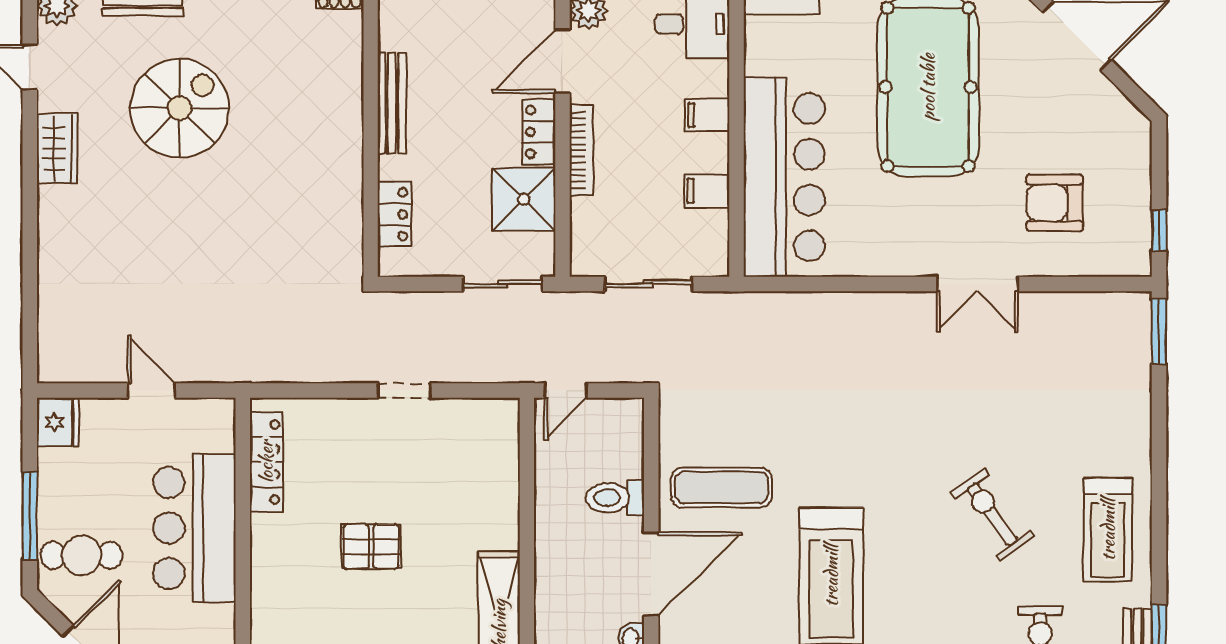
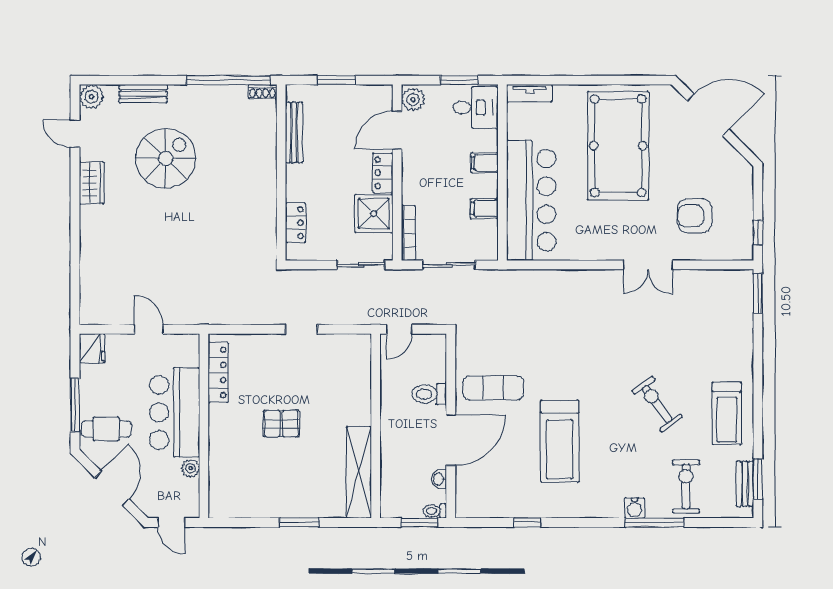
bench: (392, 103) -> (294, 132), moved
bookcase: (581, 150) -> (408, 233), moved
plant: (221, 620) -> (190, 468), added

